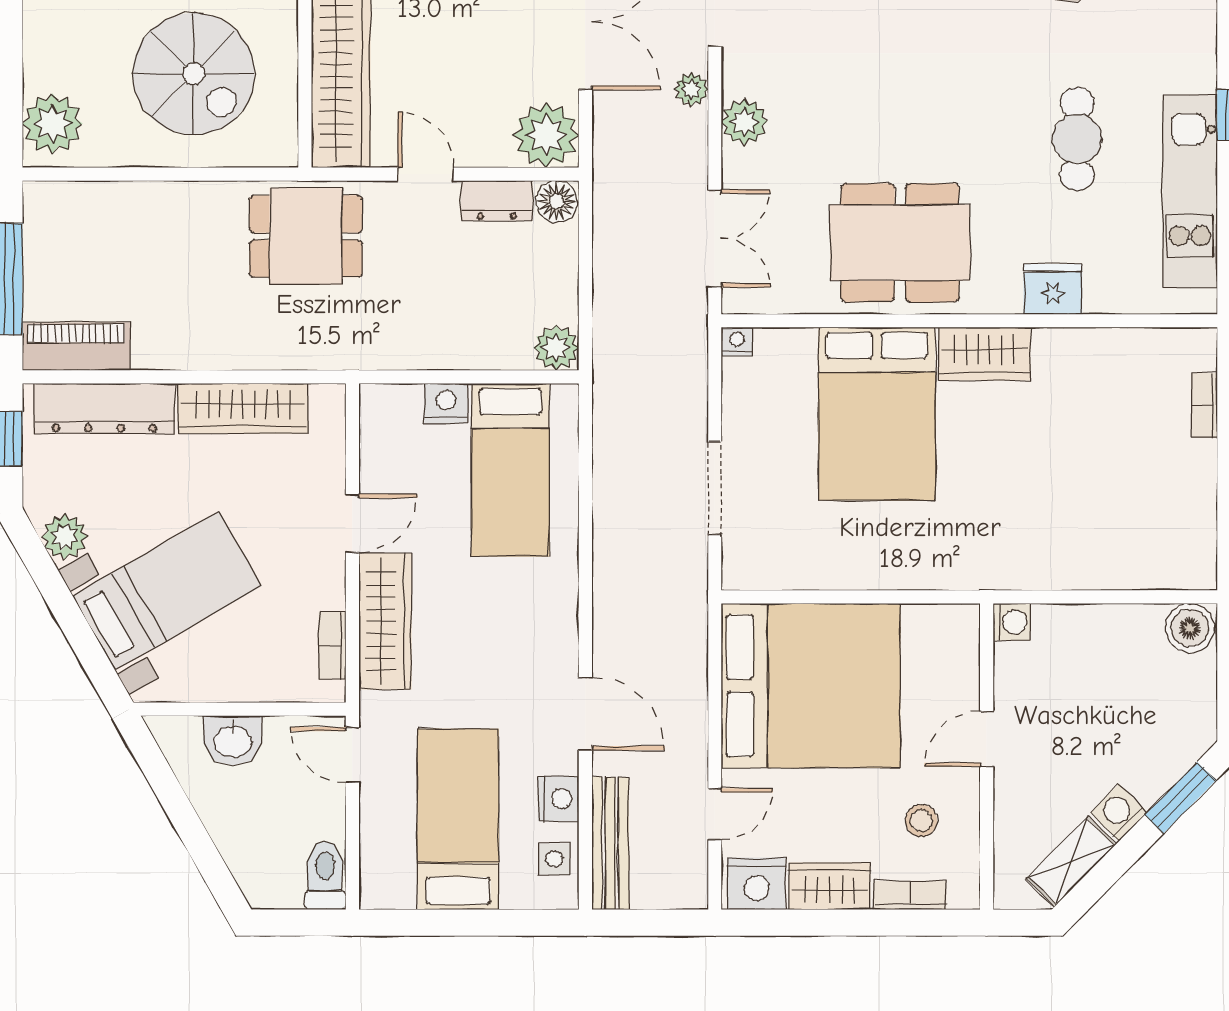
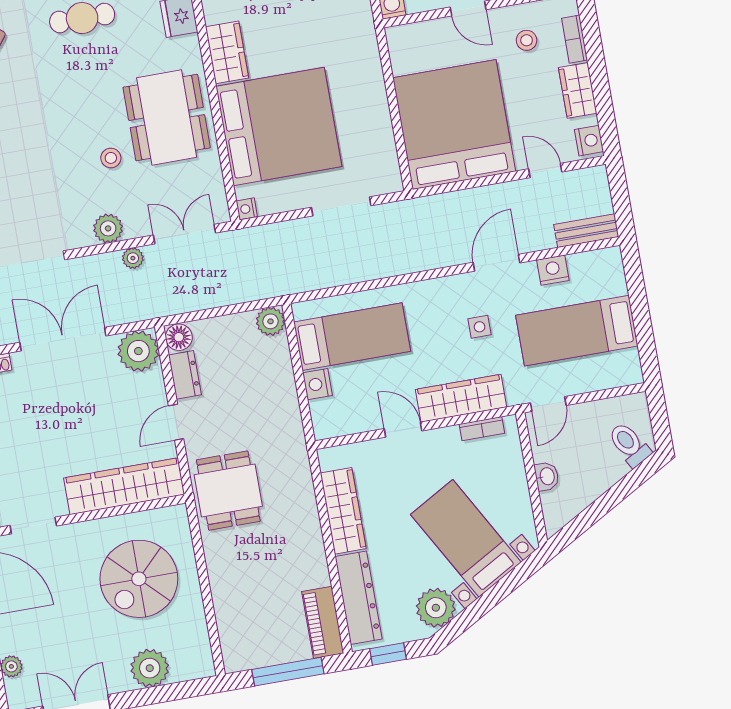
spiral stairs: (194, 74) -> (139, 579), turned 180
plant: (692, 89) -> (133, 258), moved
plant: (52, 124) -> (150, 668), moved
stool: (853, 145) -> (111, 158), added
bed: (877, 414) -> (279, 126), width x1.36
plant: (65, 537) -> (436, 608), width x1.36, depth x1.36
washbasin: (233, 740) -> (547, 476), width x0.72, depth x0.69
bench: (610, 843) -> (586, 231), width x0.73
side table: (554, 859) -> (480, 327), moved
toilet: (325, 875) -> (629, 445), moved, turned 60
nightstand: (757, 884) -> (589, 141), width x0.74, depth x0.75

